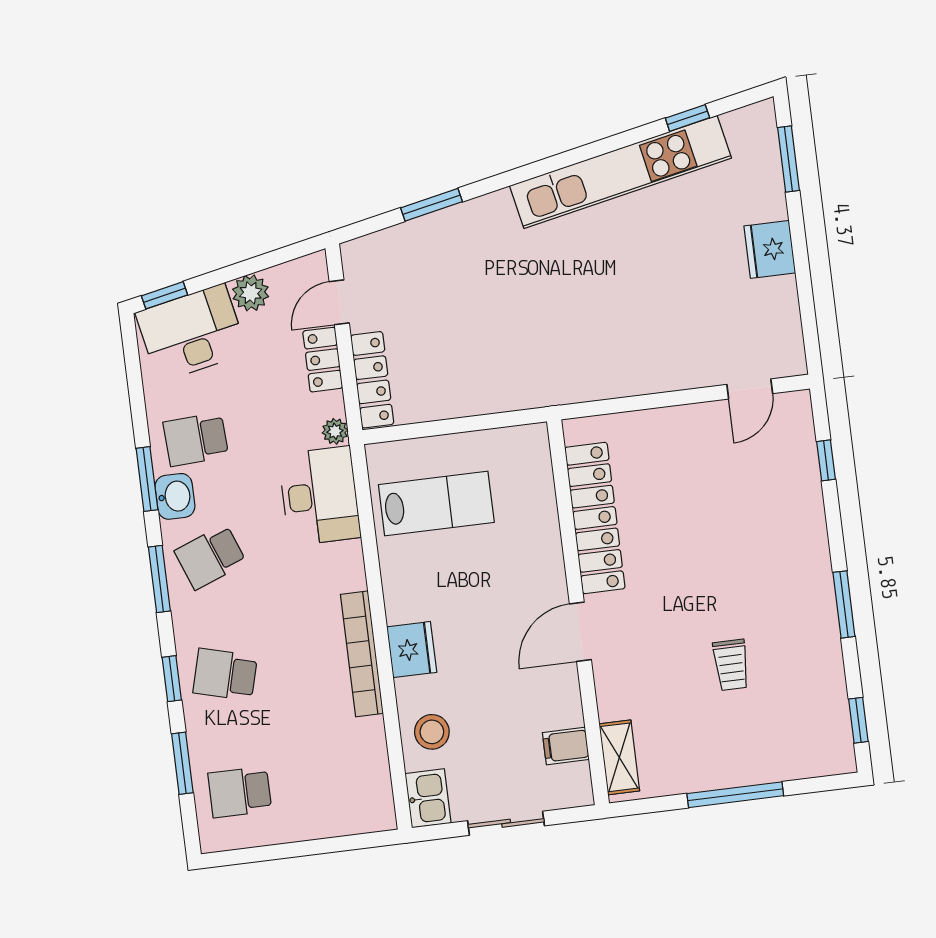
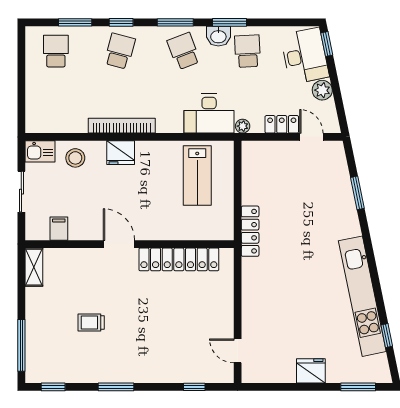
locker: (372, 380) -> (250, 231), moved, turned -90
shelving: (619, 757) -> (34, 267), moved, turned 90
window: (735, 795) -> (21, 345), moved

